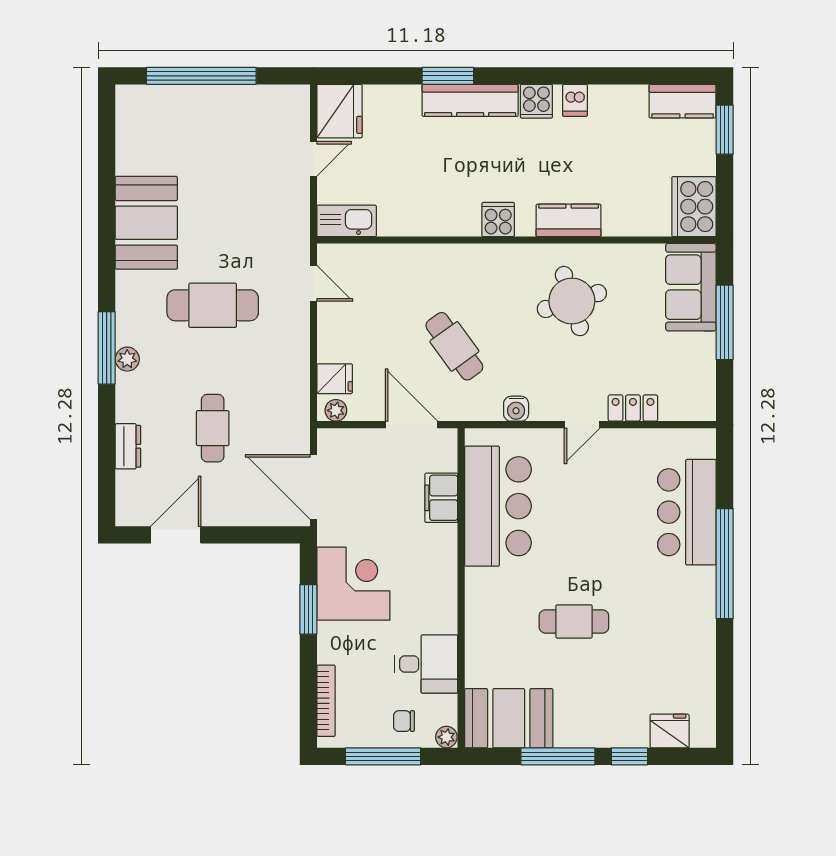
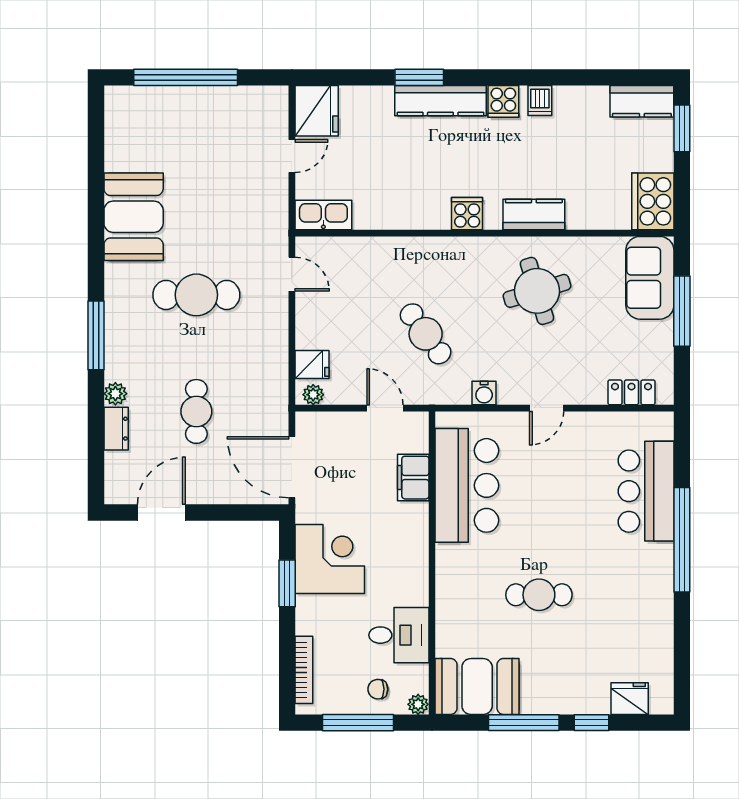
plant: (127, 359) -> (115, 394), moved
locker: (633, 408) -> (631, 392), moved
door: (412, 425) -> (385, 408), width x0.73

